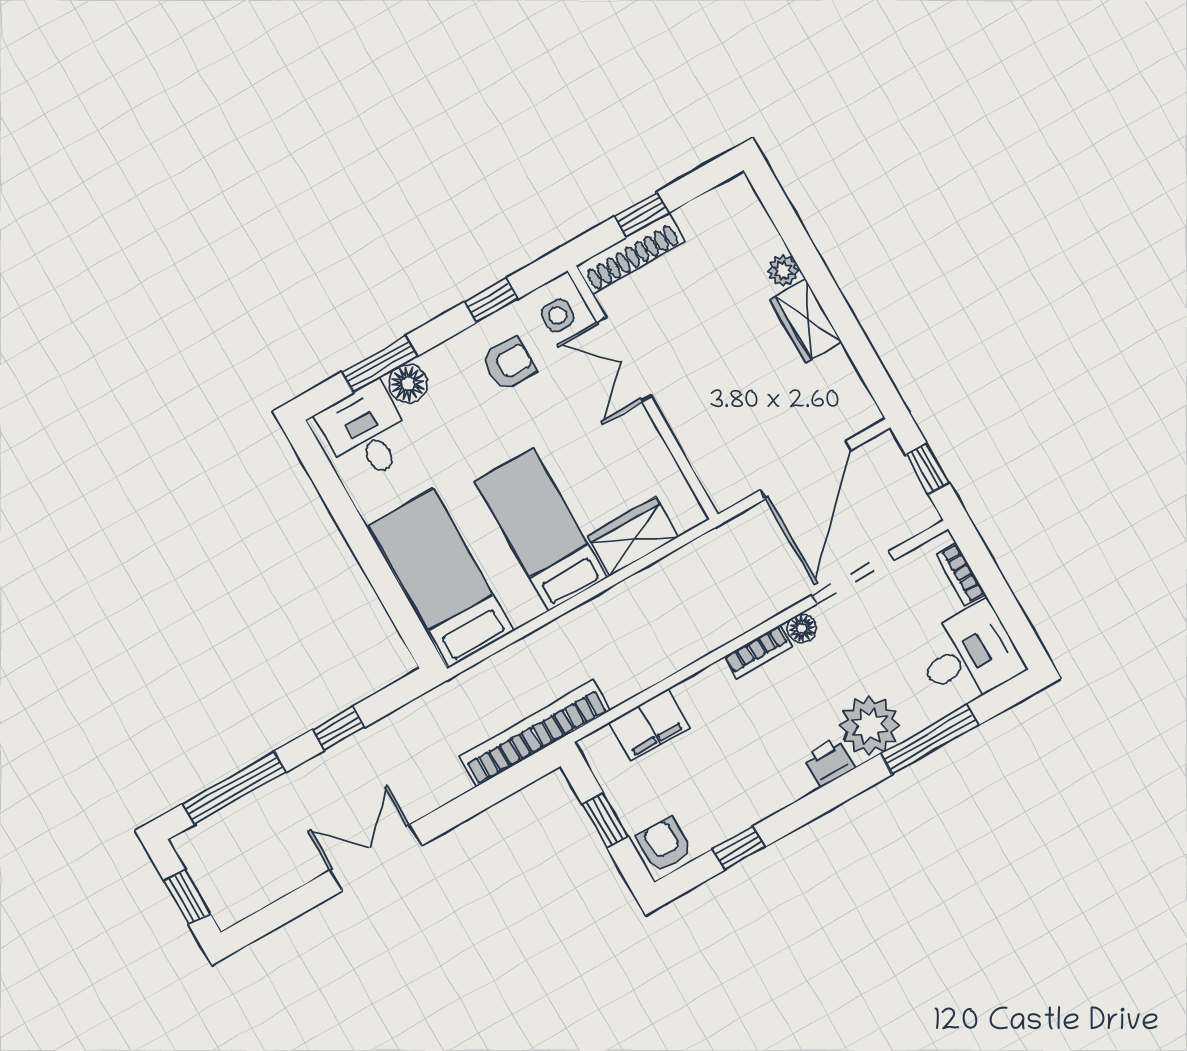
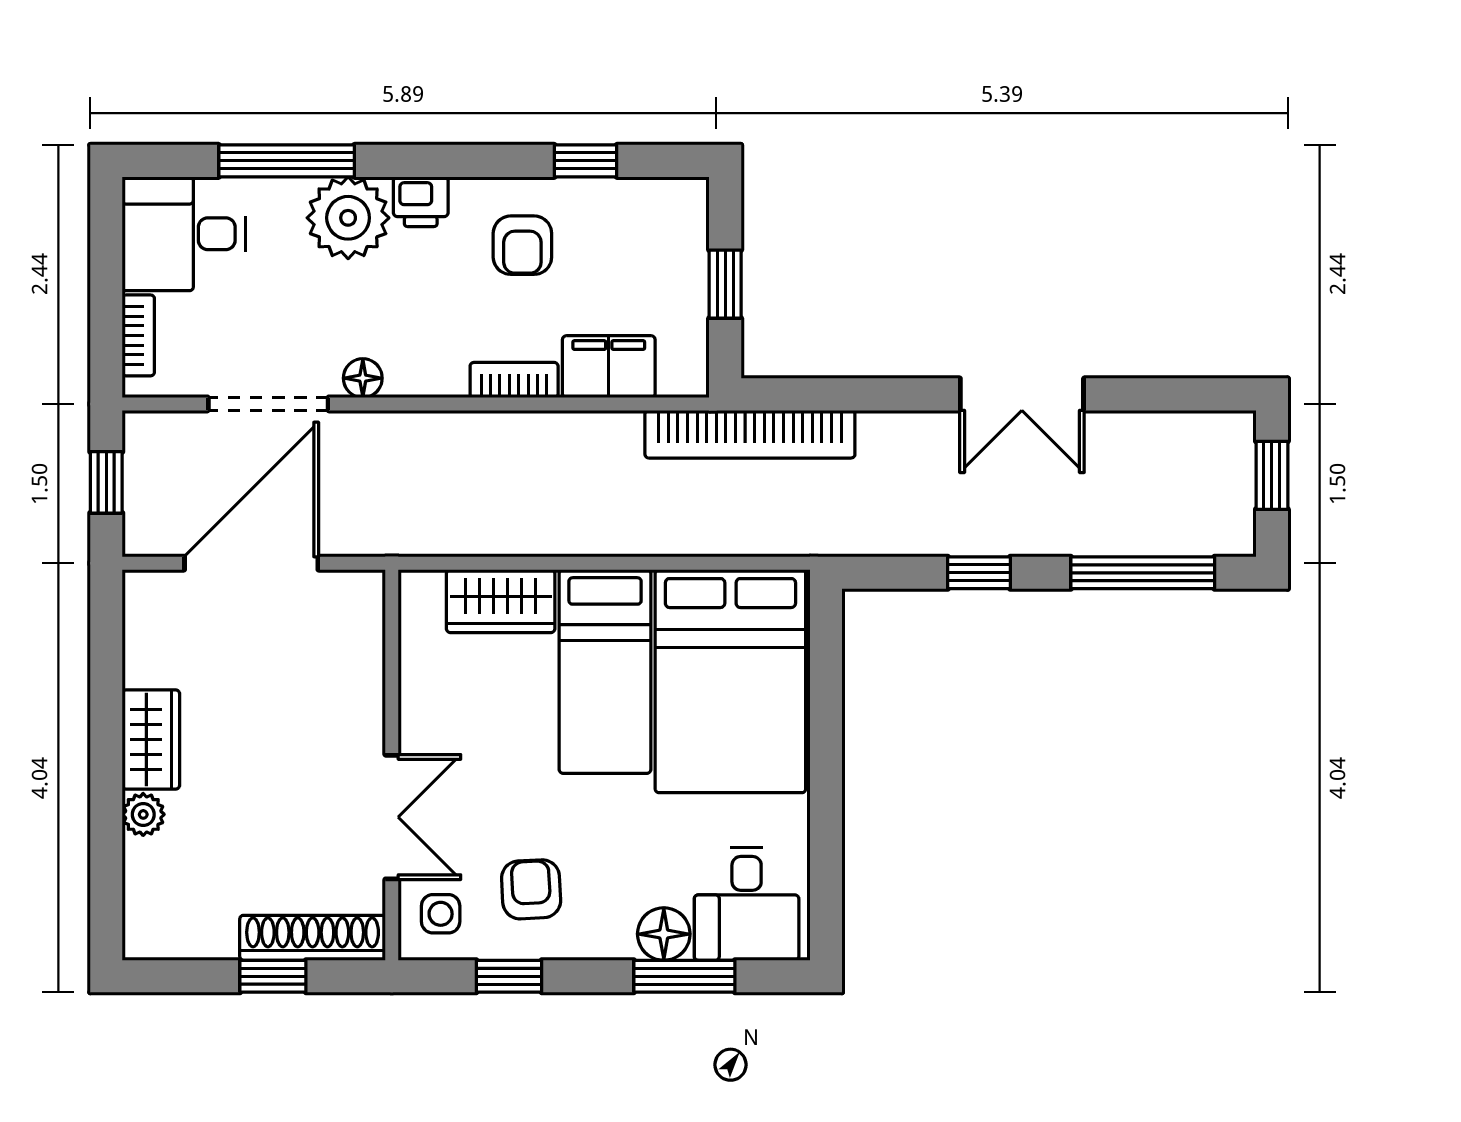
armchair: (509, 364) -> (531, 889), turned 87
bed: (441, 578) -> (730, 681), width x1.50
bookcase: (758, 652) -> (514, 380), moved
armchair: (664, 844) -> (522, 245), moved

